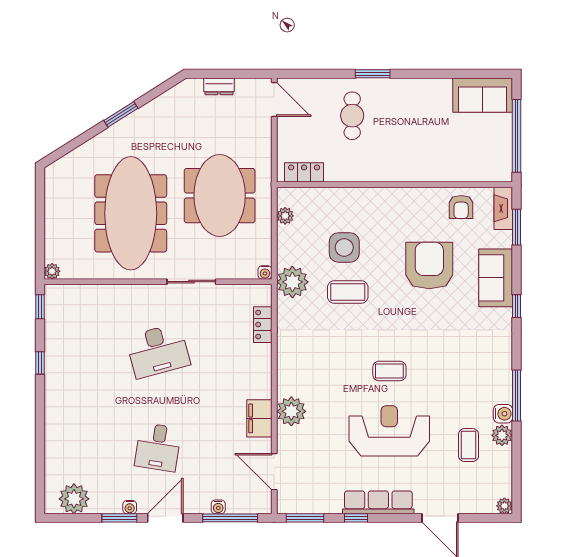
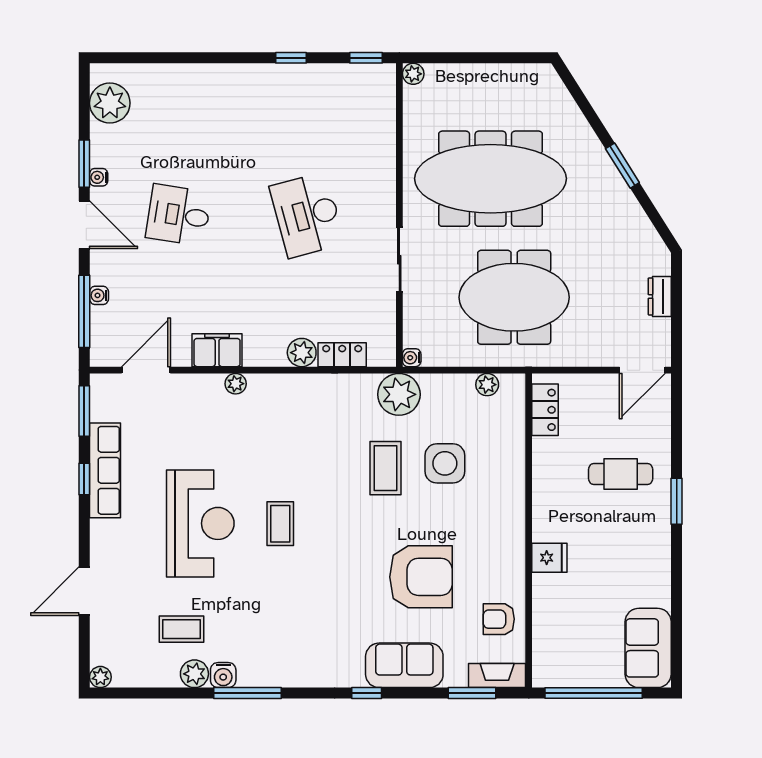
fridge: (415, 169) -> (549, 558), added
plant: (261, 355) -> (302, 353), added
plant: (291, 411) -> (236, 384), width x0.53, depth x0.53
row of seats: (378, 502) -> (105, 470), moved

